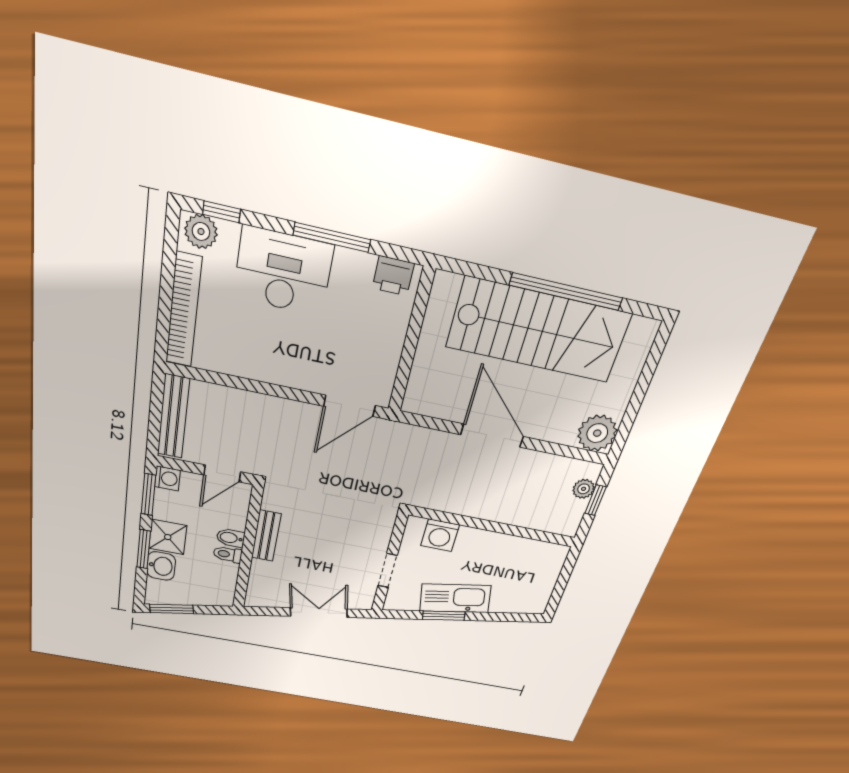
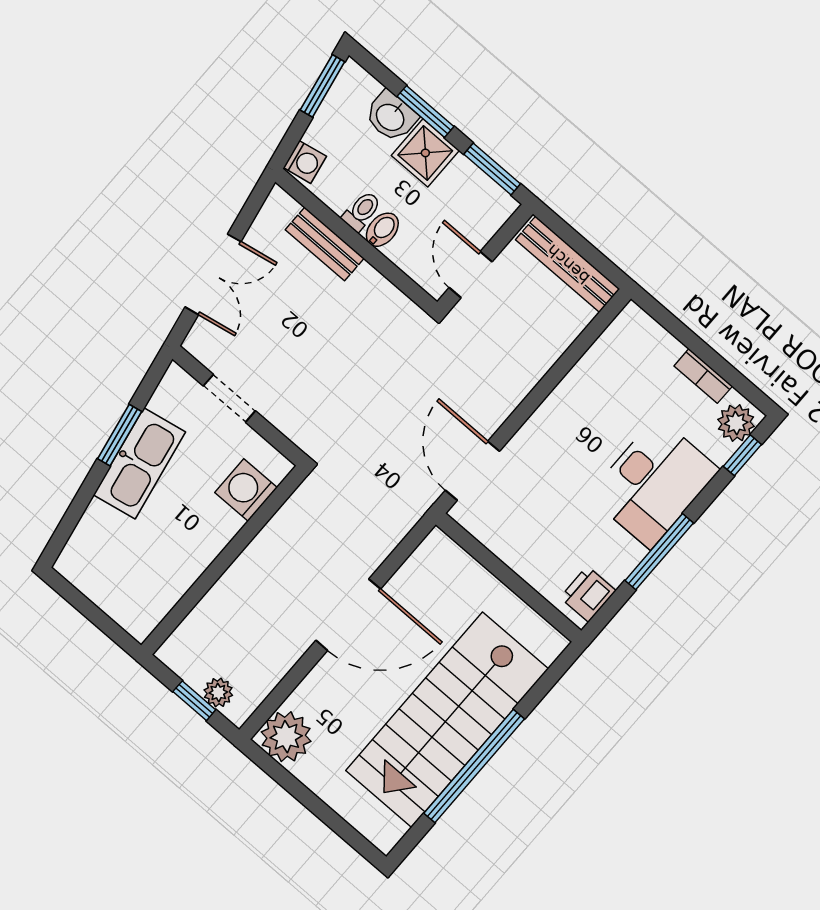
bookcase: (184, 311) -> (703, 376), width x0.43, depth x0.76
washing machine: (167, 478) -> (305, 162), moved, turned -101
bench: (266, 536) -> (325, 244), moved

